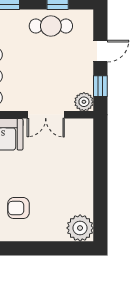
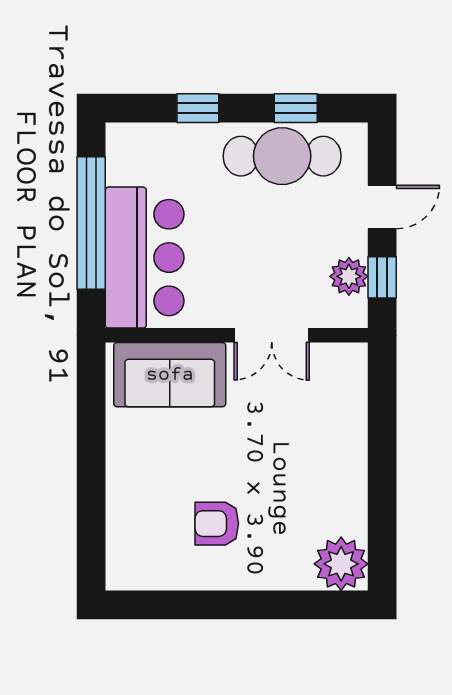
cafe table: (51, 26) -> (282, 156), width x1.37, depth x1.35
plant: (84, 102) -> (349, 276), moved

